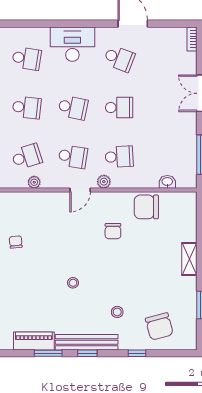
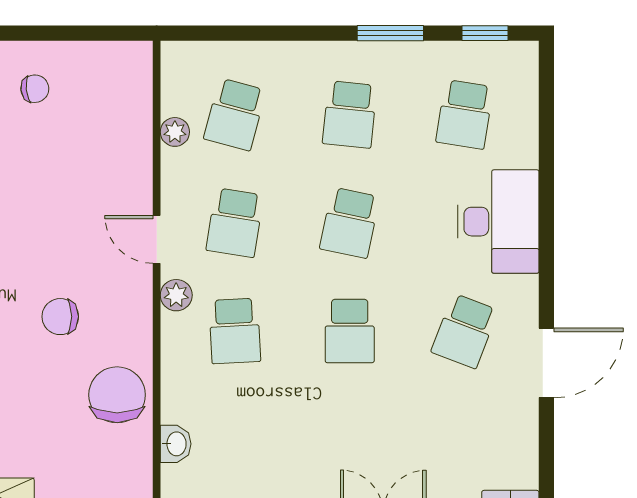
school desk: (27, 157) -> (235, 114), turned 33

